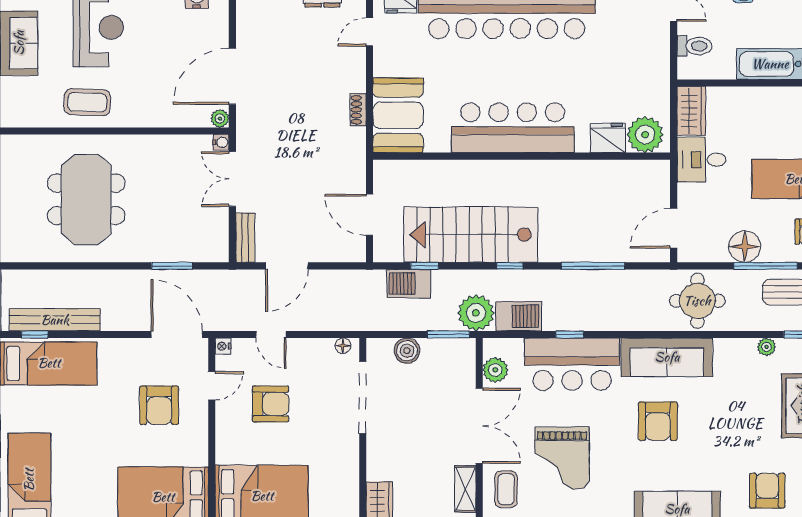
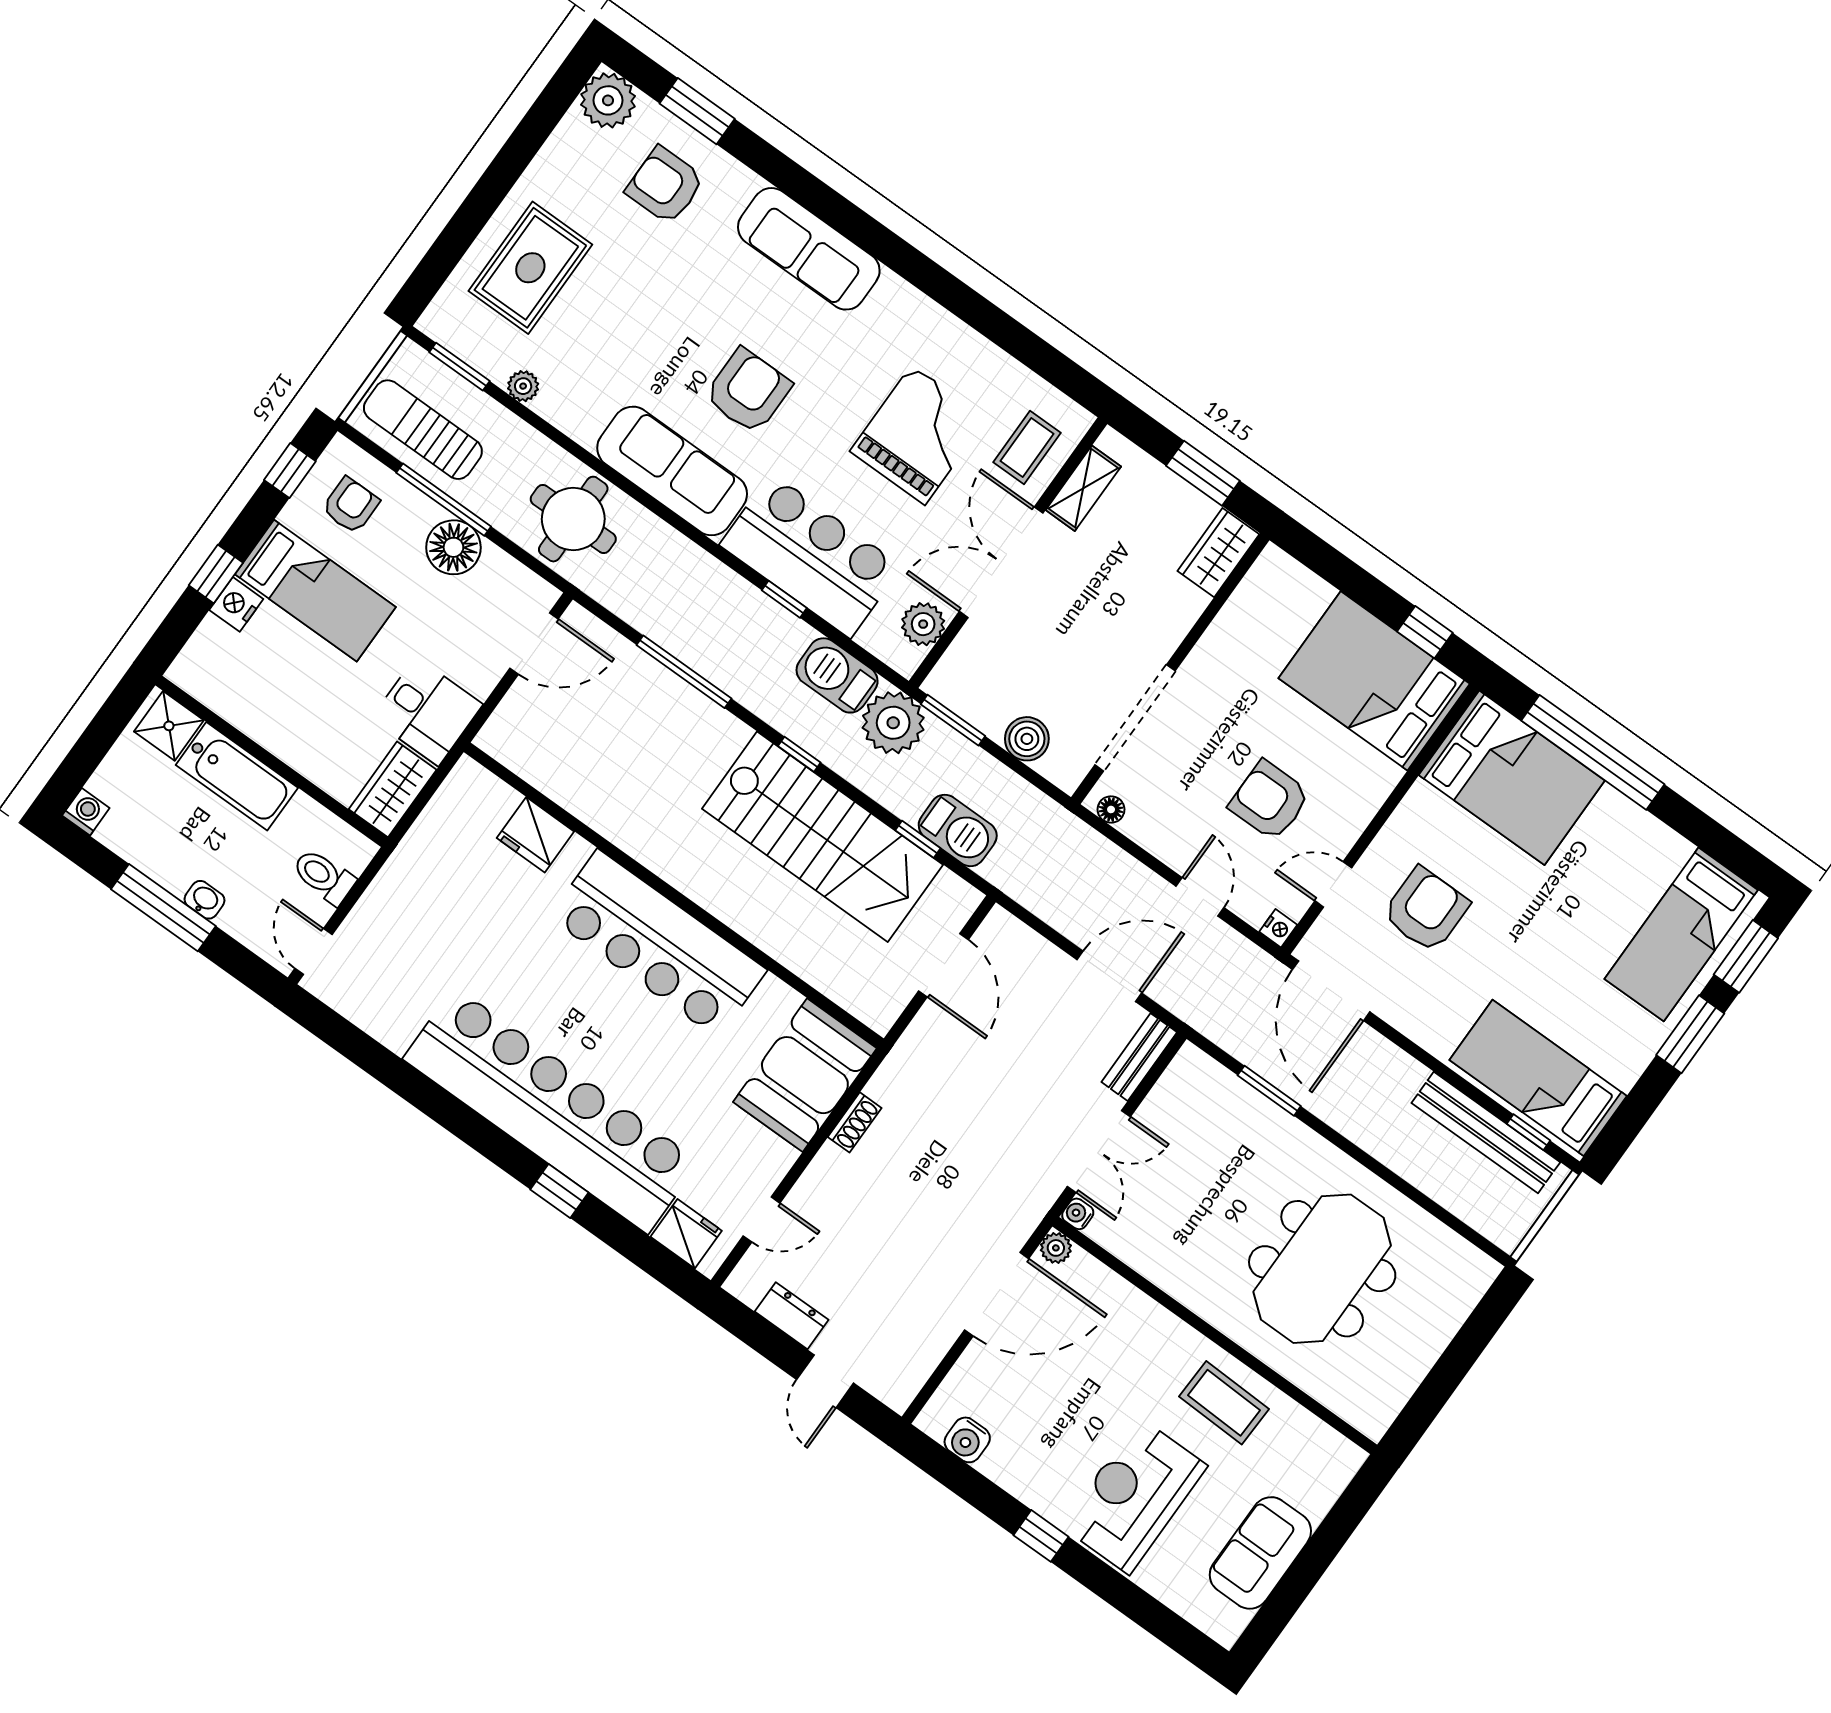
plant: (645, 135) -> (480, 802), removed
armchair: (767, 491) -> (665, 185), turned 90

